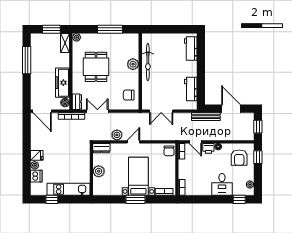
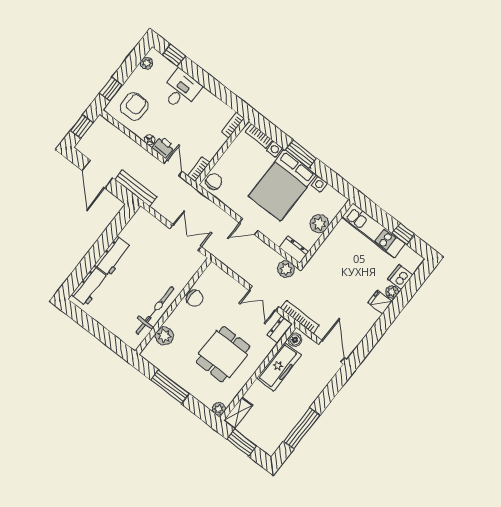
plant: (133, 64) -> (164, 336), moved
workbench: (191, 89) -> (113, 256), moved
chair: (129, 95) -> (195, 298), moved
plant: (117, 135) -> (286, 269), moved
bed with nightstands: (138, 176) -> (282, 185), width x1.36

